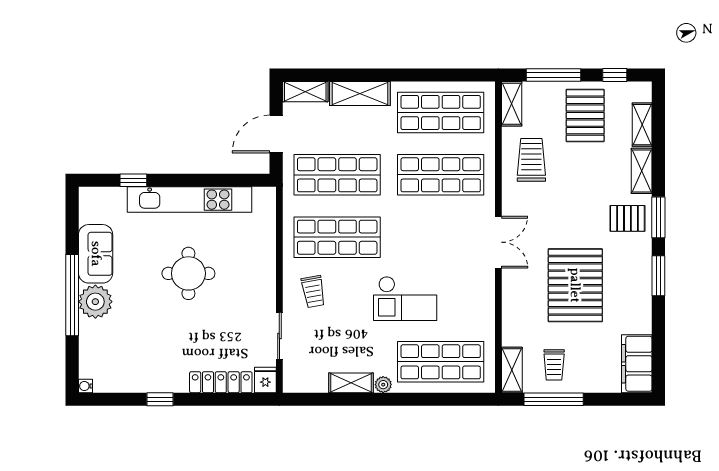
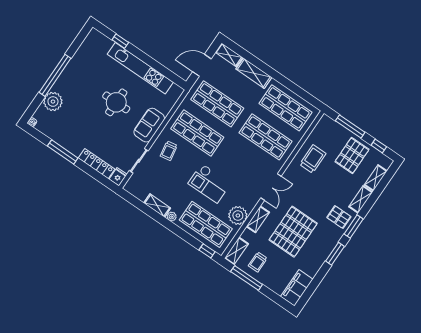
shelving: (512, 104) -> (258, 219), moved
sofa: (96, 254) -> (149, 125), moved, turned 180
plant: (95, 302) -> (53, 102), moved
plant: (479, 317) -> (238, 216), added
window: (160, 399) -> (63, 152), width x2.17
window: (469, 399) -> (207, 251), added

